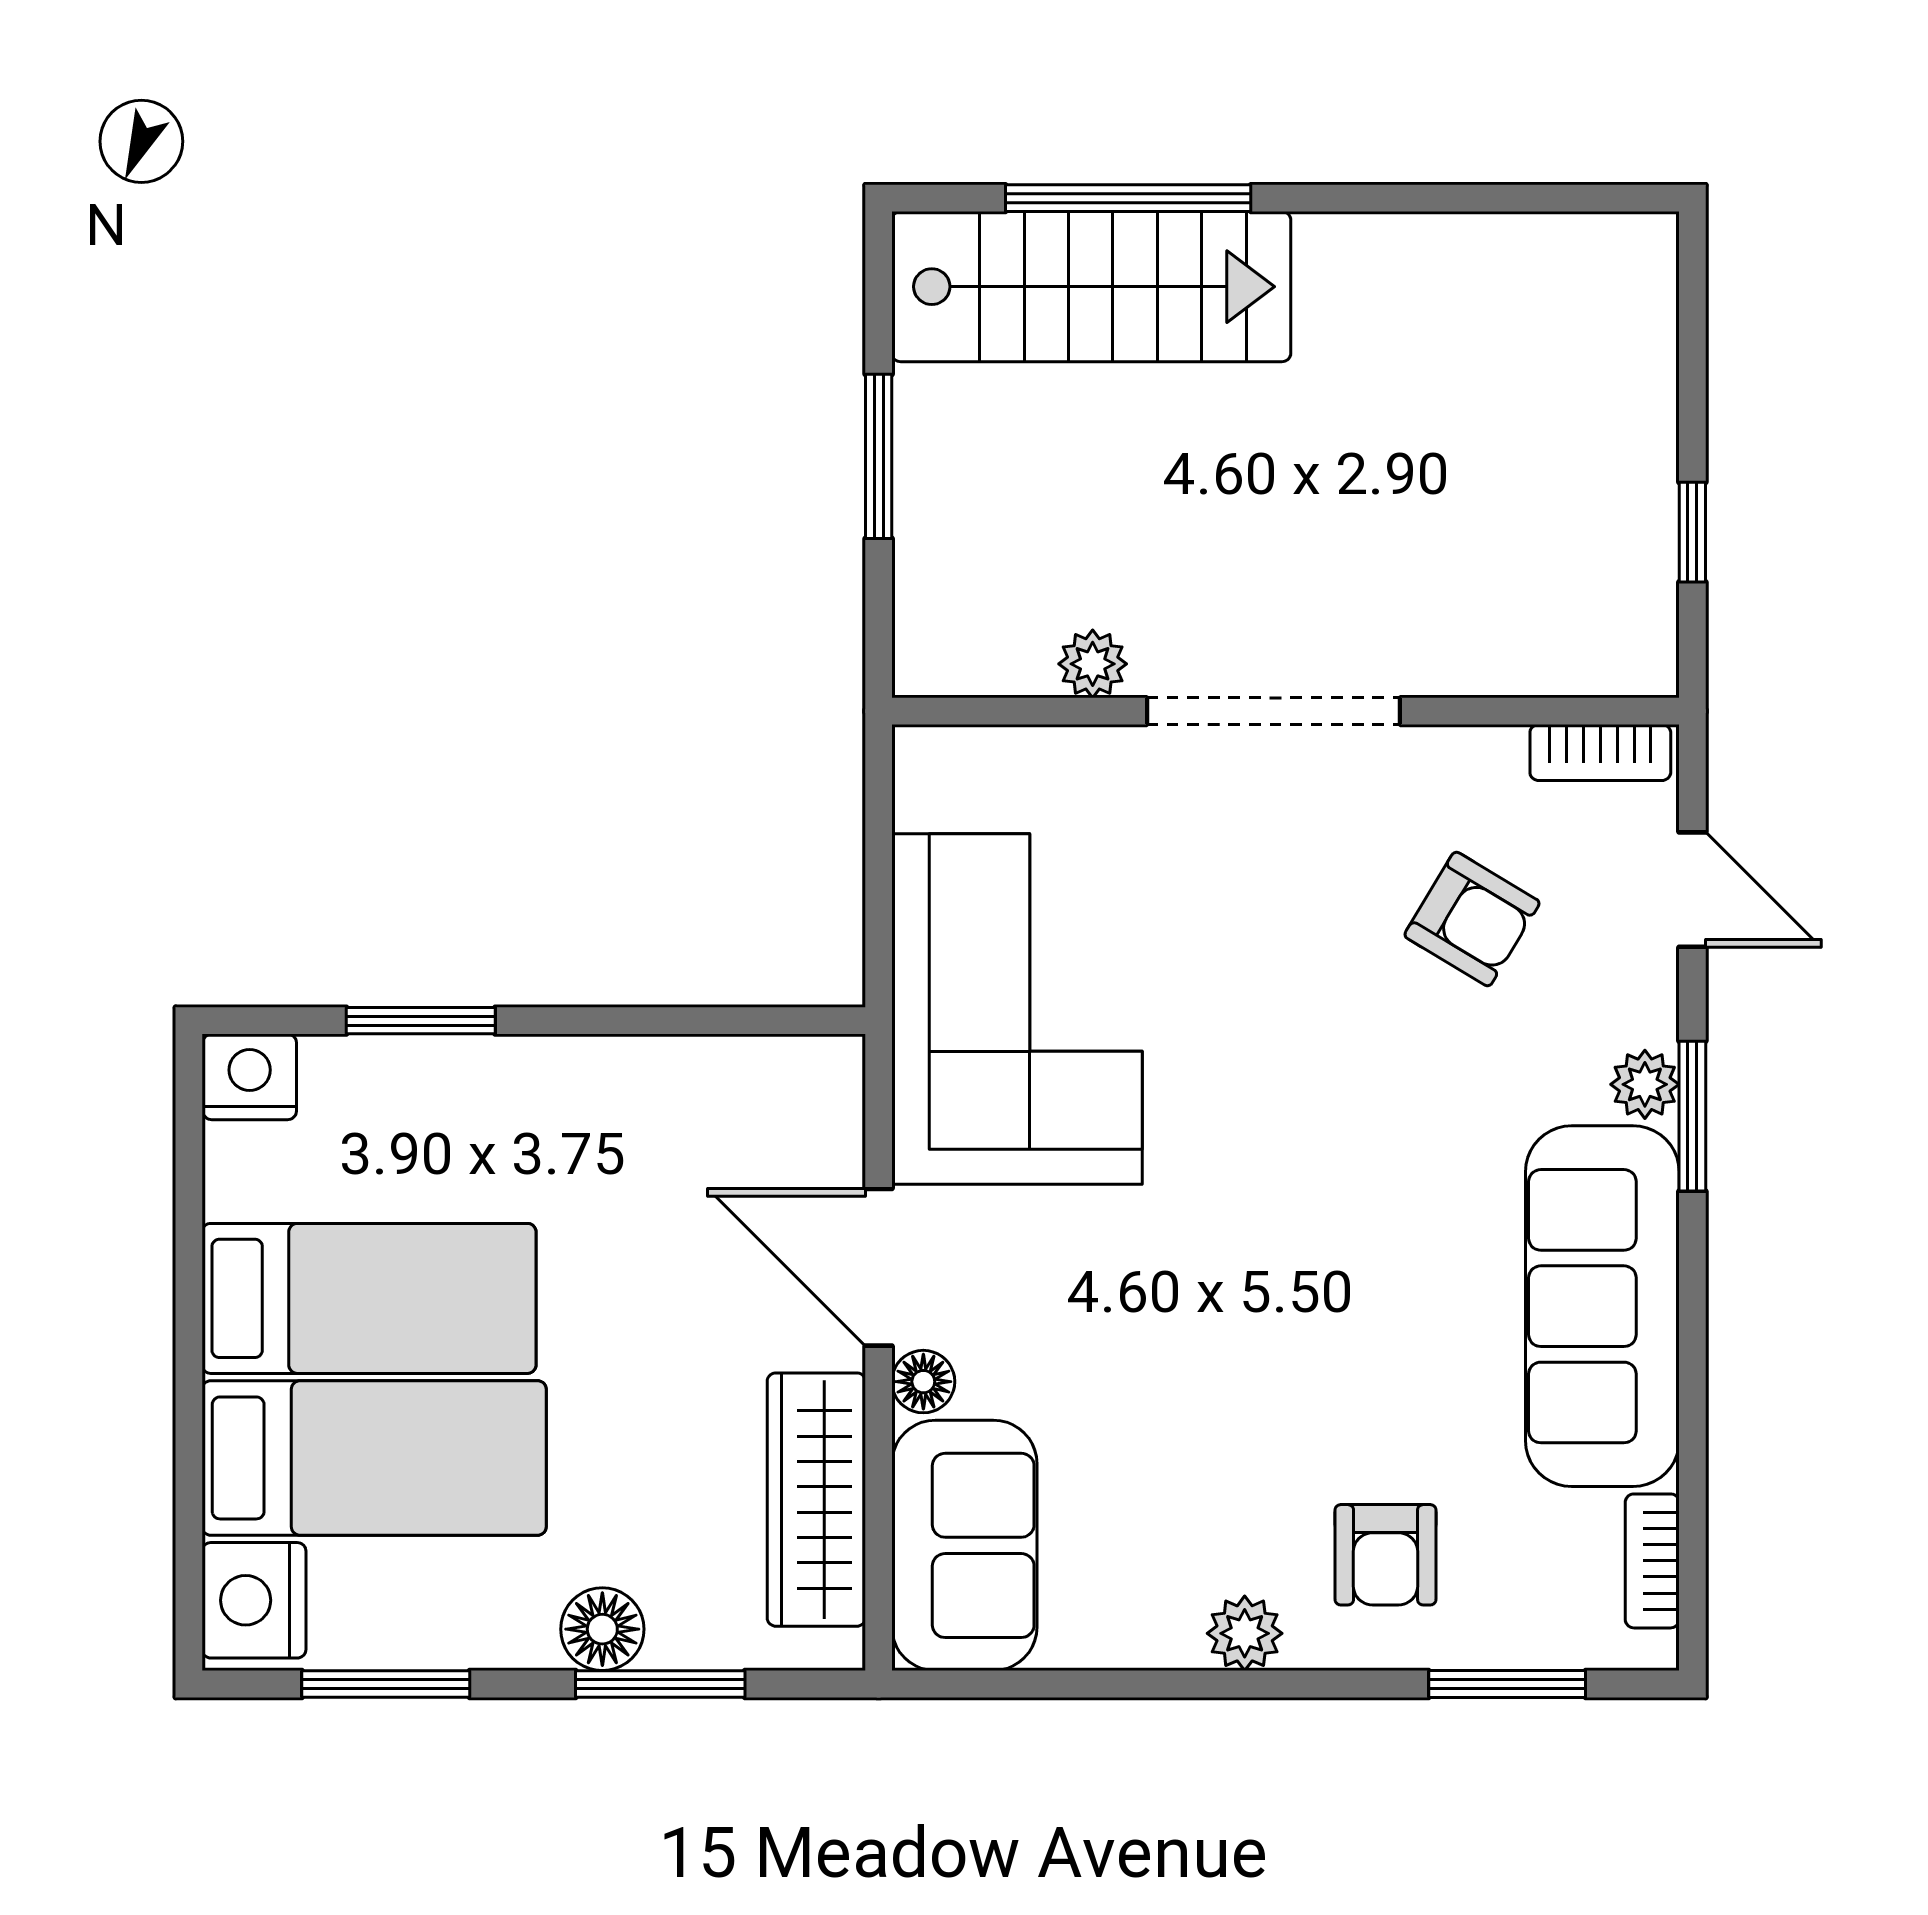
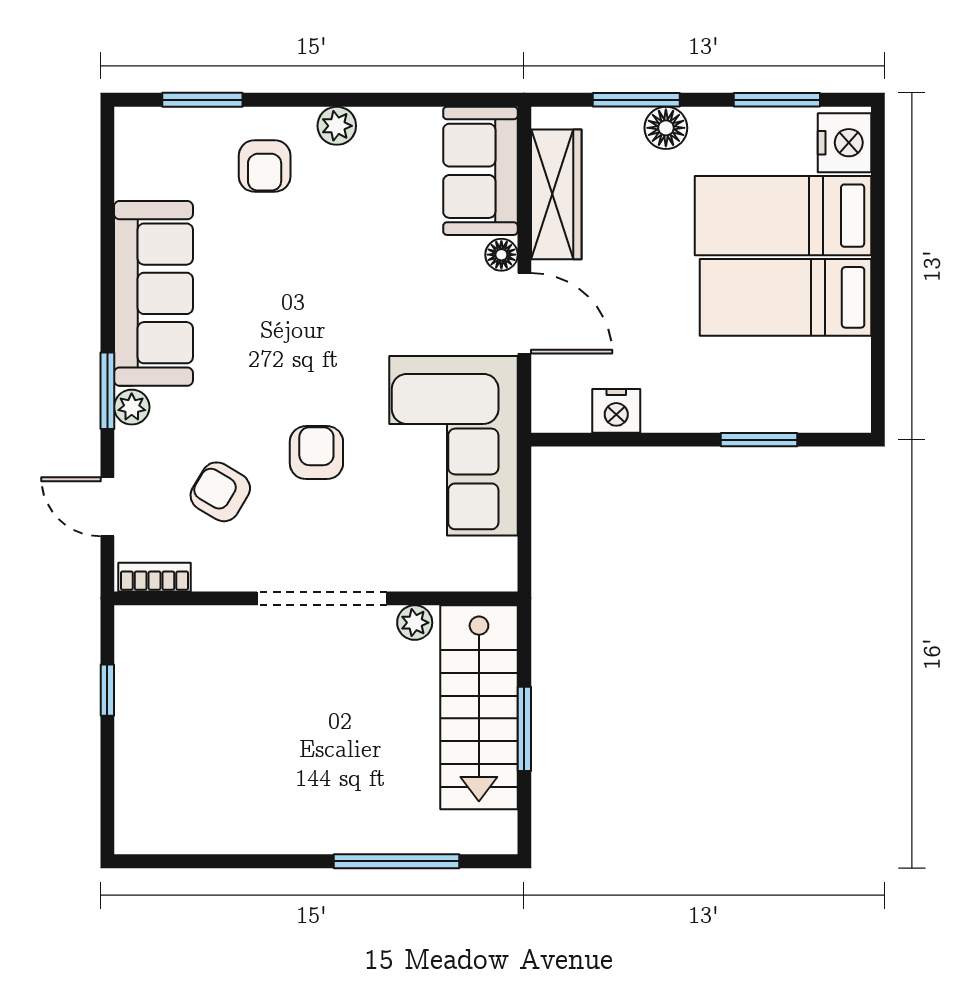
stairs: (1091, 287) -> (479, 707), moved, turned -90
armchair: (1284, 996) -> (316, 453), added
nightstand: (250, 1077) -> (616, 411), moved
armchair: (1386, 1555) -> (265, 166), turned 180
bookcase: (1652, 1561) -> (128, 163), removed

